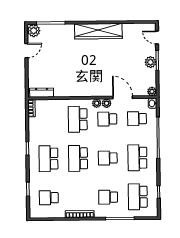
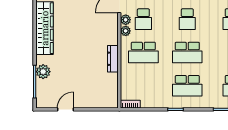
plant: (34, 31) -> (43, 72), moved
door: (26, 51) -> (65, 109), hinge flipped
dresser: (42, 93) -> (113, 59), moved

